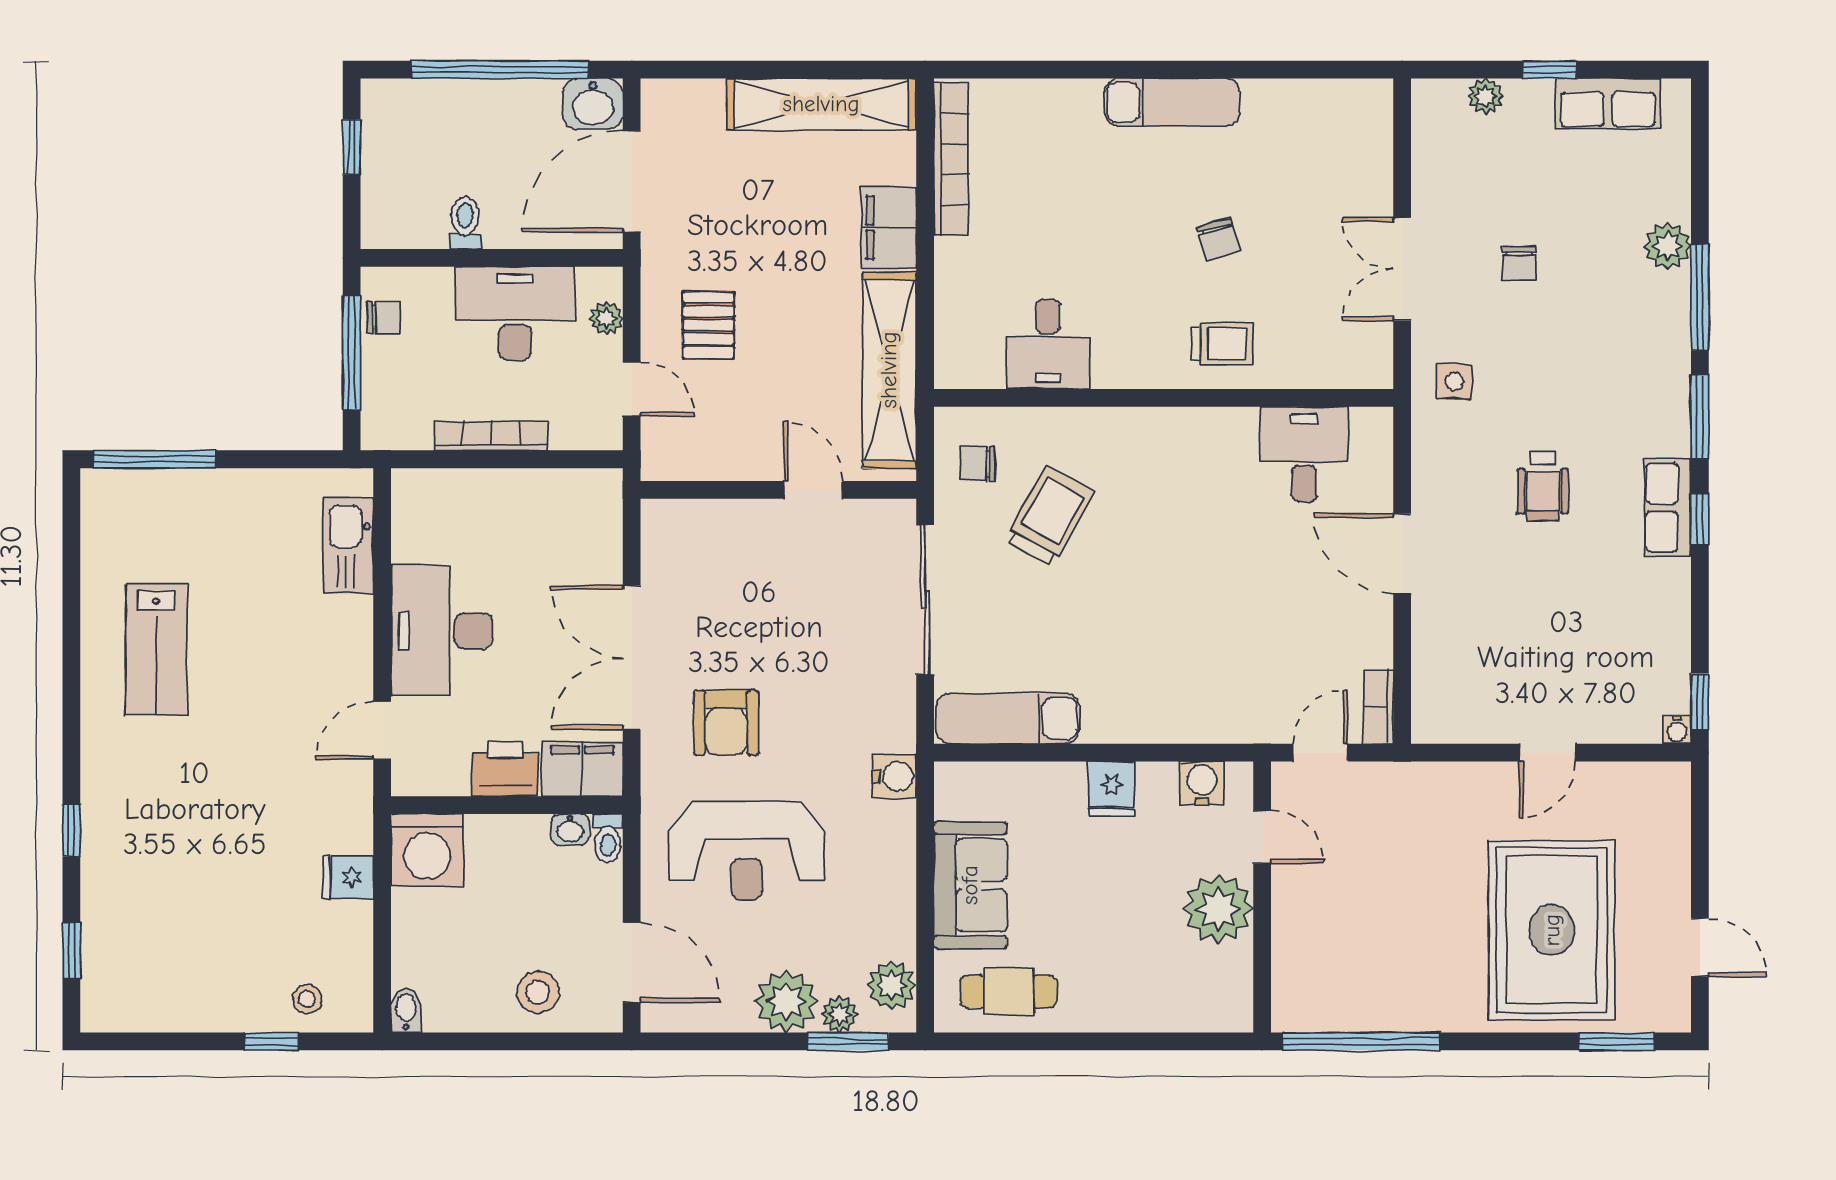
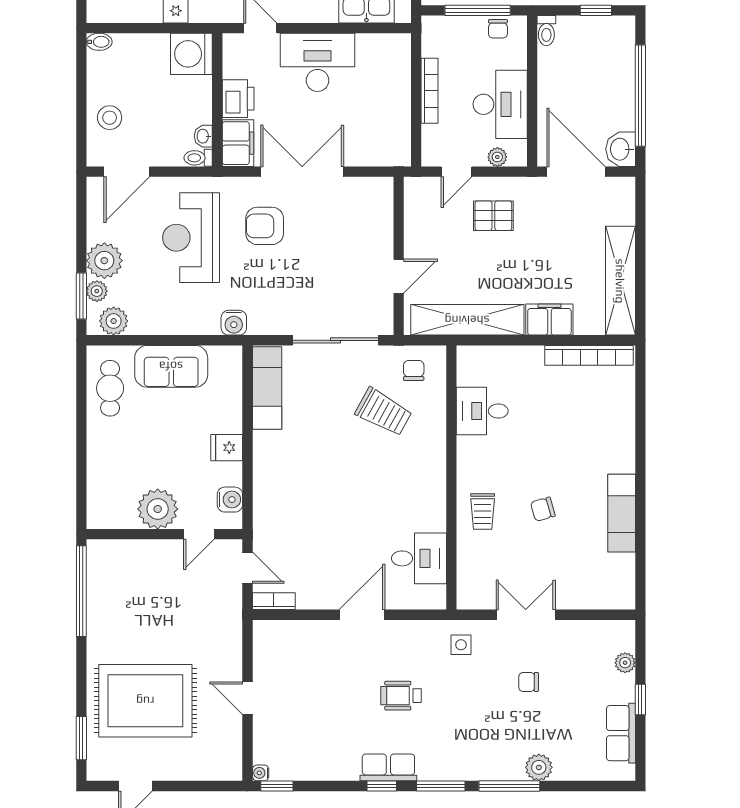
exam couch: (1172, 102) -> (622, 513), moved
toilet: (465, 223) -> (546, 31), moved, turned 90

